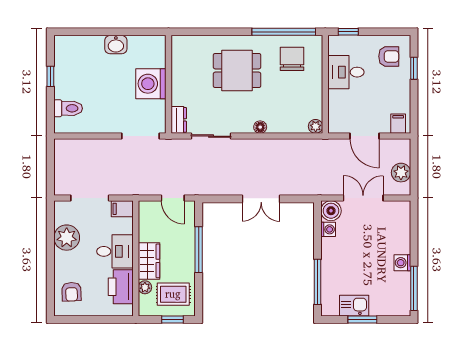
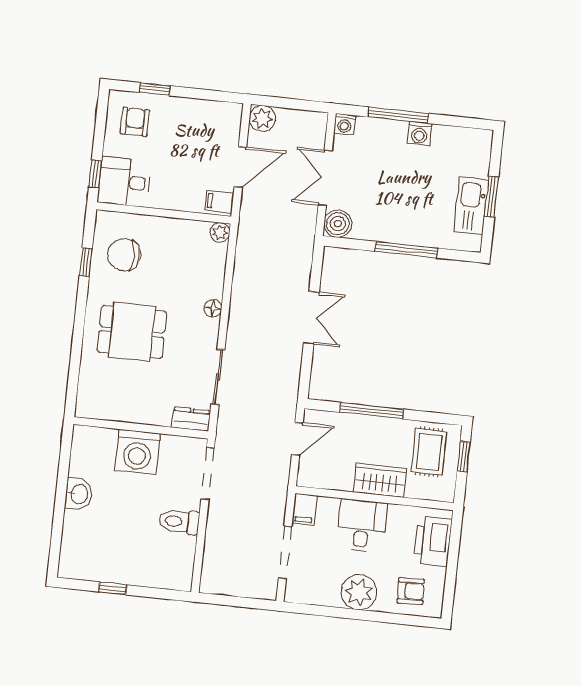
window: (284, 32) -> (86, 262), width x0.32
dining table: (237, 71) -> (132, 332), turned 90
desk: (346, 72) -> (124, 182), moved, turned 90
toilet: (68, 108) -> (179, 522), moved, turned -90
filing cabinet: (398, 124) -> (220, 202), moved
plant: (401, 173) -> (262, 119), moved
washing machine: (328, 229) -> (344, 124), moved, turned 180
plant: (67, 238) -> (359, 592), moved
window: (317, 282) -> (406, 250), moved
printer: (121, 287) -> (433, 541), moved, turned 90
plant: (145, 287) -> (415, 490), removed
window: (414, 288) -> (398, 115), moved
kitchen sink: (354, 306) -> (471, 206), width x1.38

